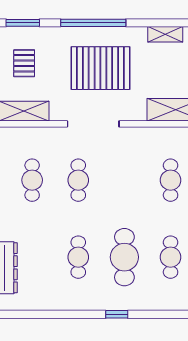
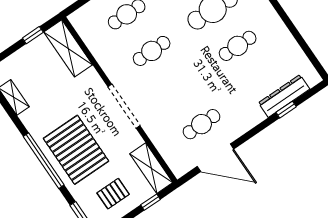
pallet: (100, 68) -> (76, 150), moved
cafe table: (78, 180) -> (152, 51), moved

